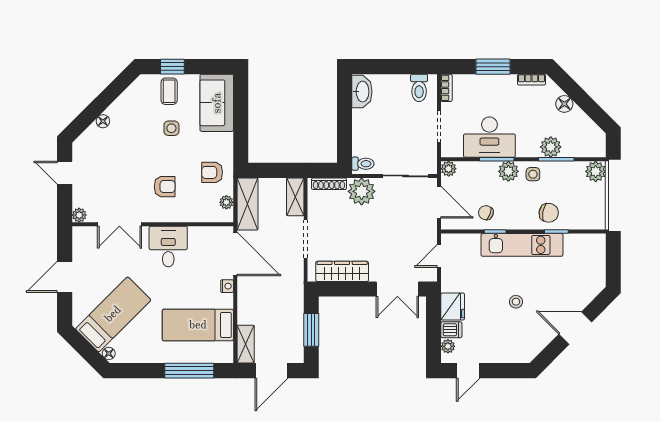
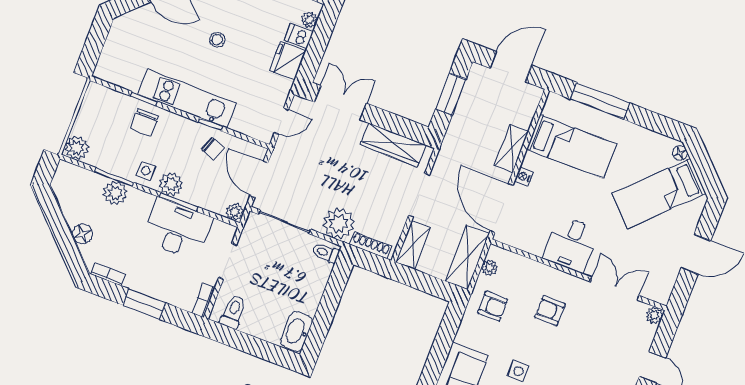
chair: (549, 213) -> (145, 122), turned -100
shelving: (246, 344) -> (512, 148), moved

